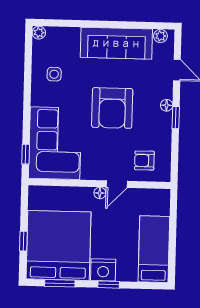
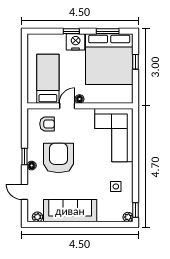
armchair: (112, 108) -> (59, 158), moved
window: (26, 154) -> (135, 210), moved
bed: (154, 249) -> (48, 79), moved, turned 180

